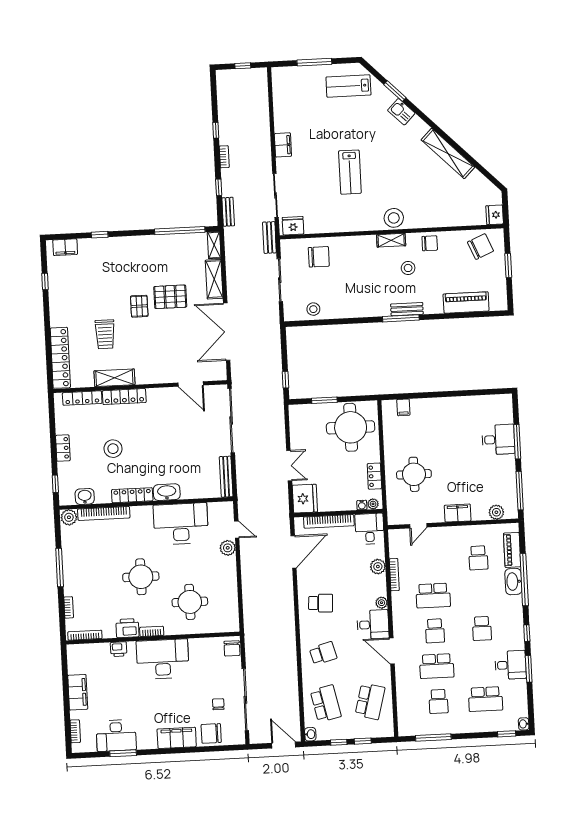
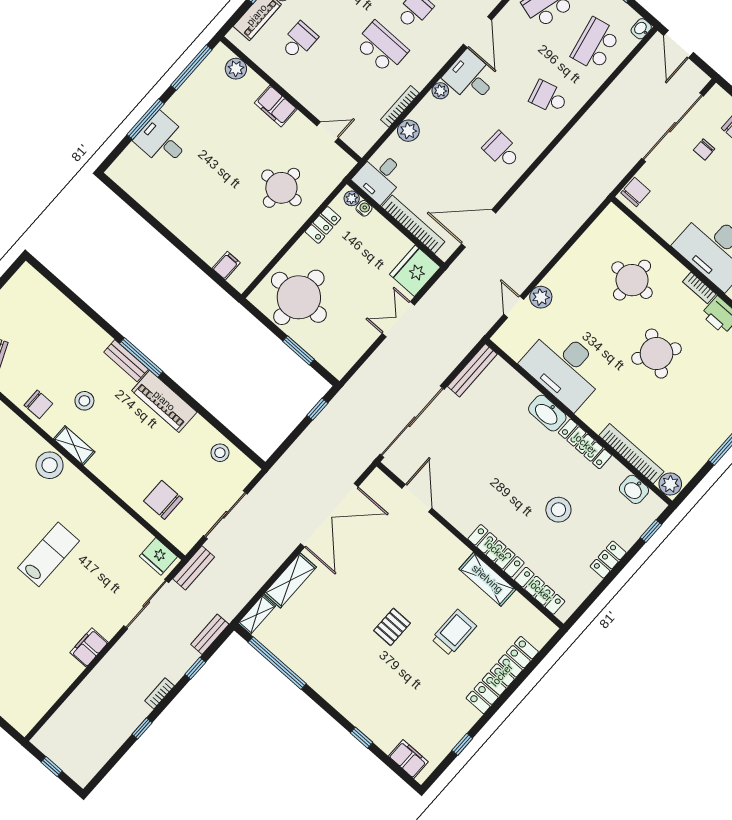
chair: (430, 243) -> (38, 404), turned 180
pallet: (170, 297) -> (352, 606), removed
piano: (466, 302) -> (164, 401), moved
locker: (60, 358) -> (502, 675), moved
round table: (141, 577) -> (656, 354), turned 34

